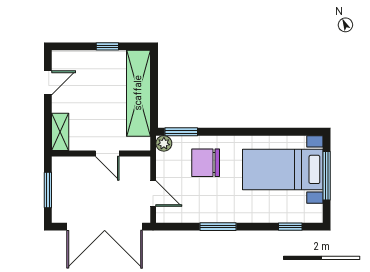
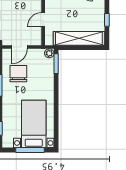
chair: (206, 163) -> (18, 74), moved

